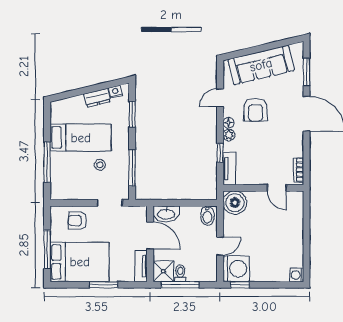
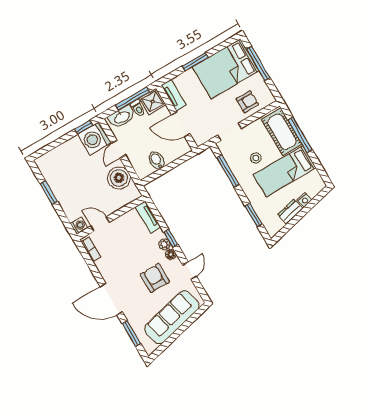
nightstand: (115, 92) -> (304, 200), moved
window: (220, 153) -> (171, 238), moved
cot: (62, 175) -> (282, 132), added
boiler: (235, 203) -> (119, 178), moved
washbasin: (166, 214) -> (122, 117), moved, turned 180
bidet: (207, 216) -> (157, 160), moved
window: (306, 244) -> (49, 193), added
washing machine: (297, 275) -> (79, 226), moved

